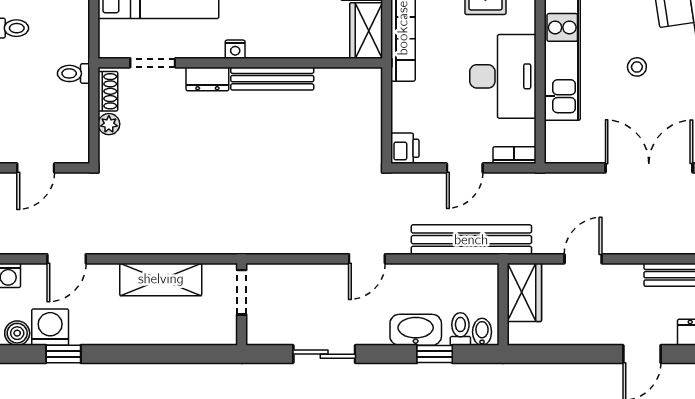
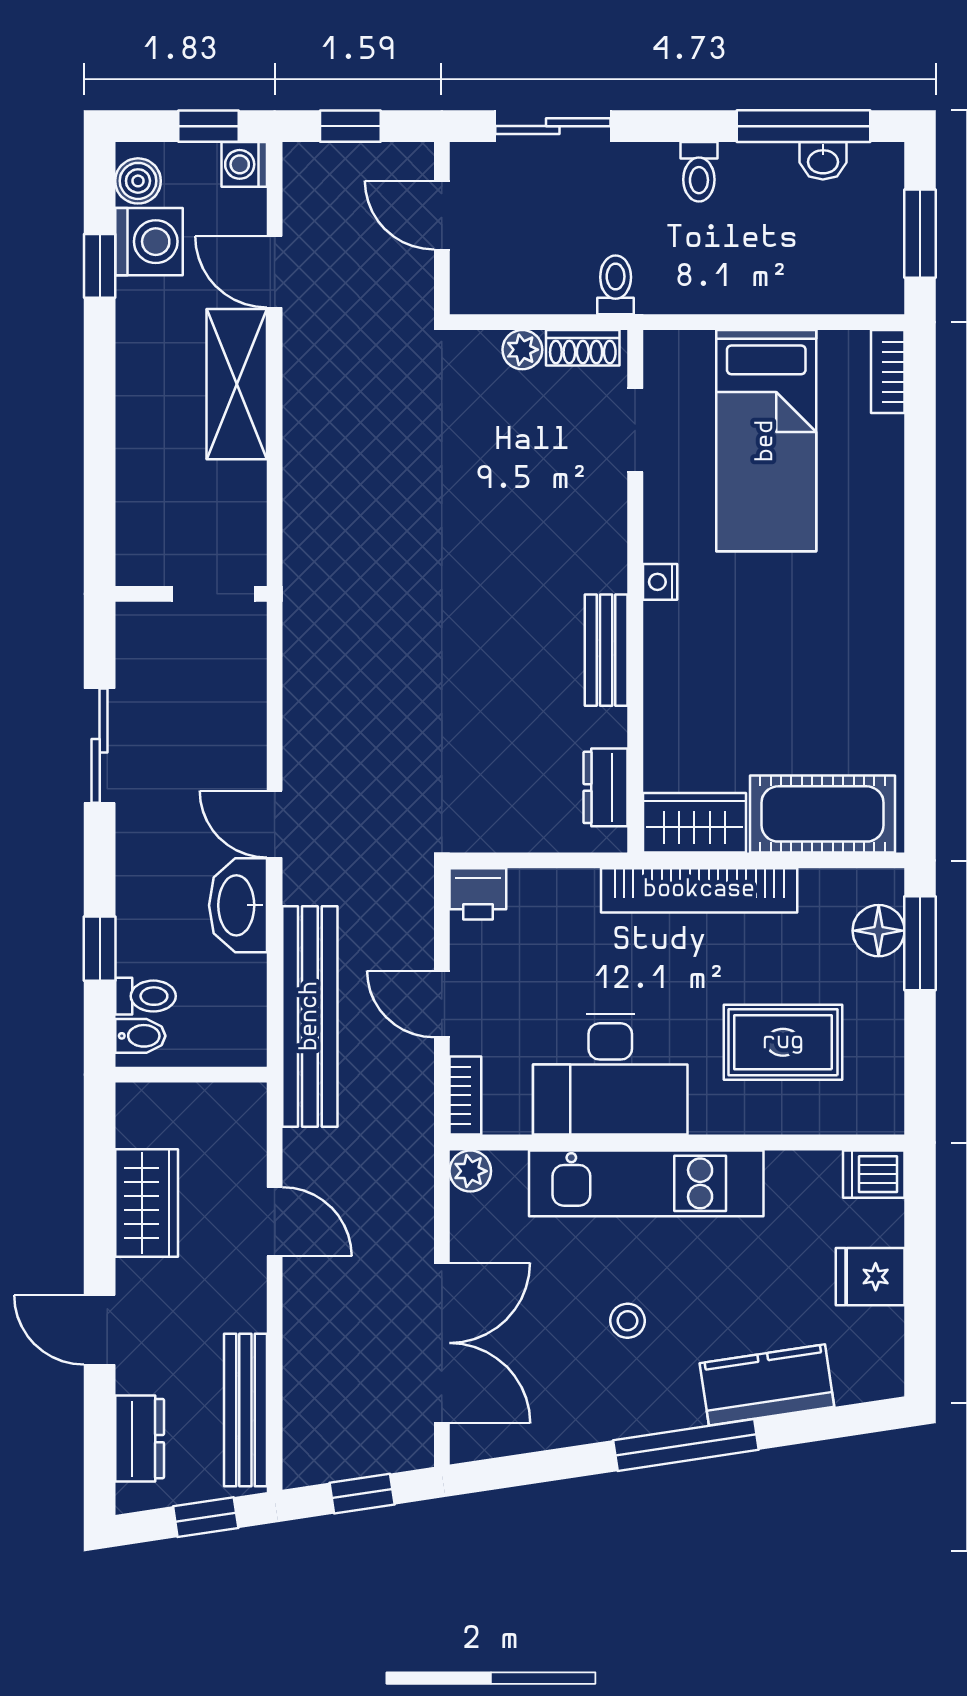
dresser: (207, 79) -> (605, 787), moved
bench: (272, 79) -> (606, 650), width x0.73
plant: (556, 152) -> (470, 1171), added
shelving: (161, 279) -> (237, 384), moved
wardrobe: (524, 292) -> (147, 1203), moved, turned -90
washbasin: (416, 330) -> (238, 905), moved, turned 180

